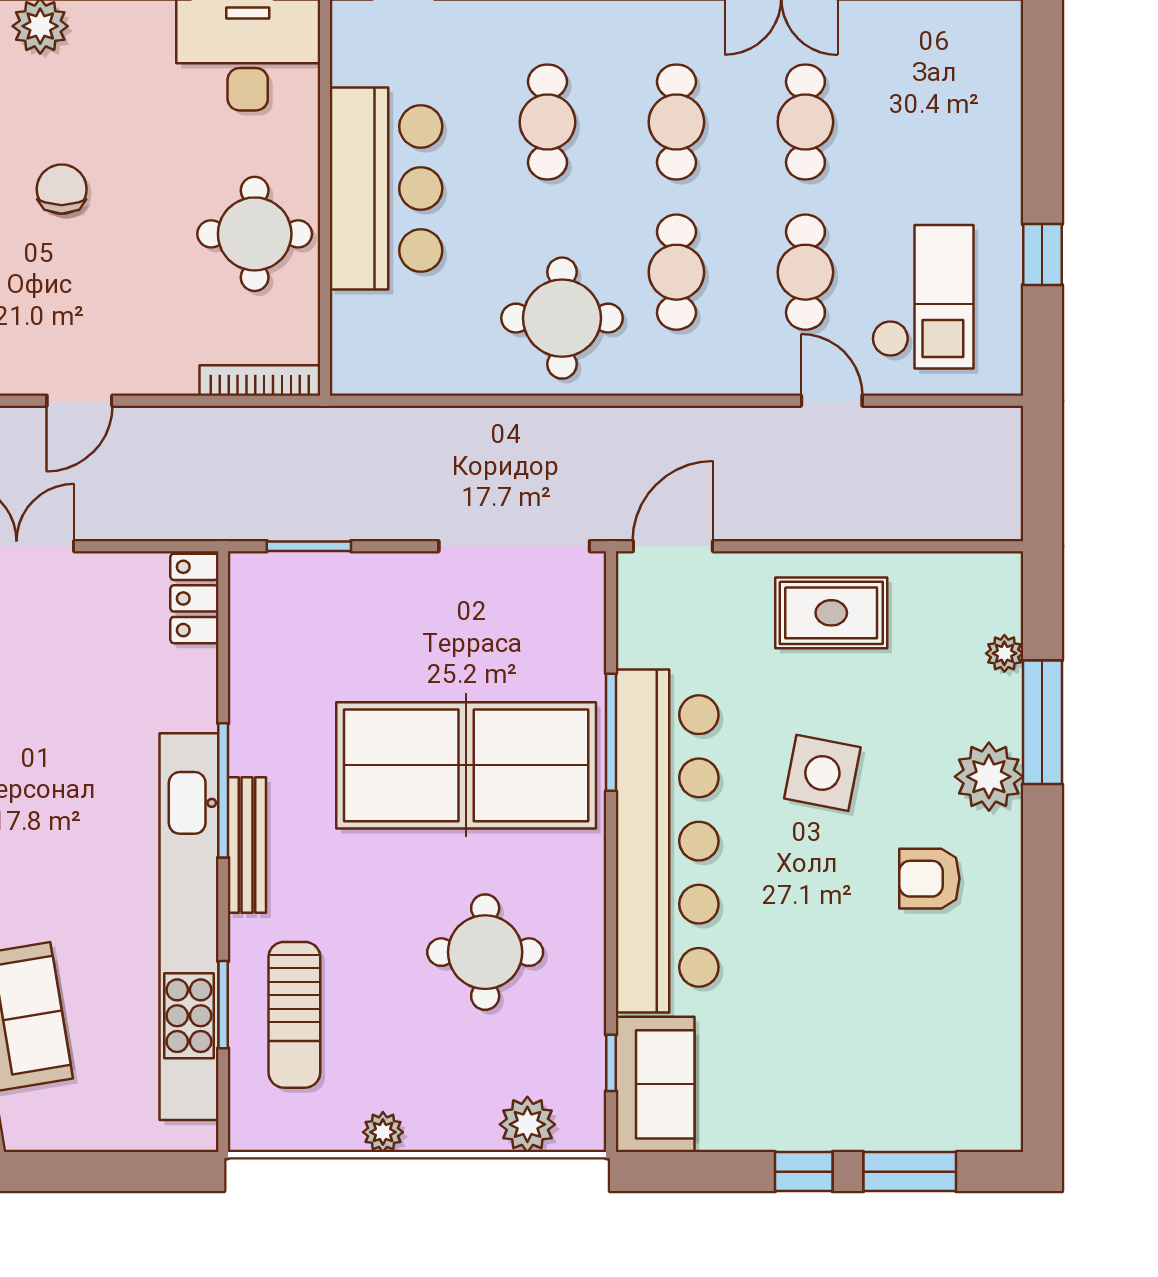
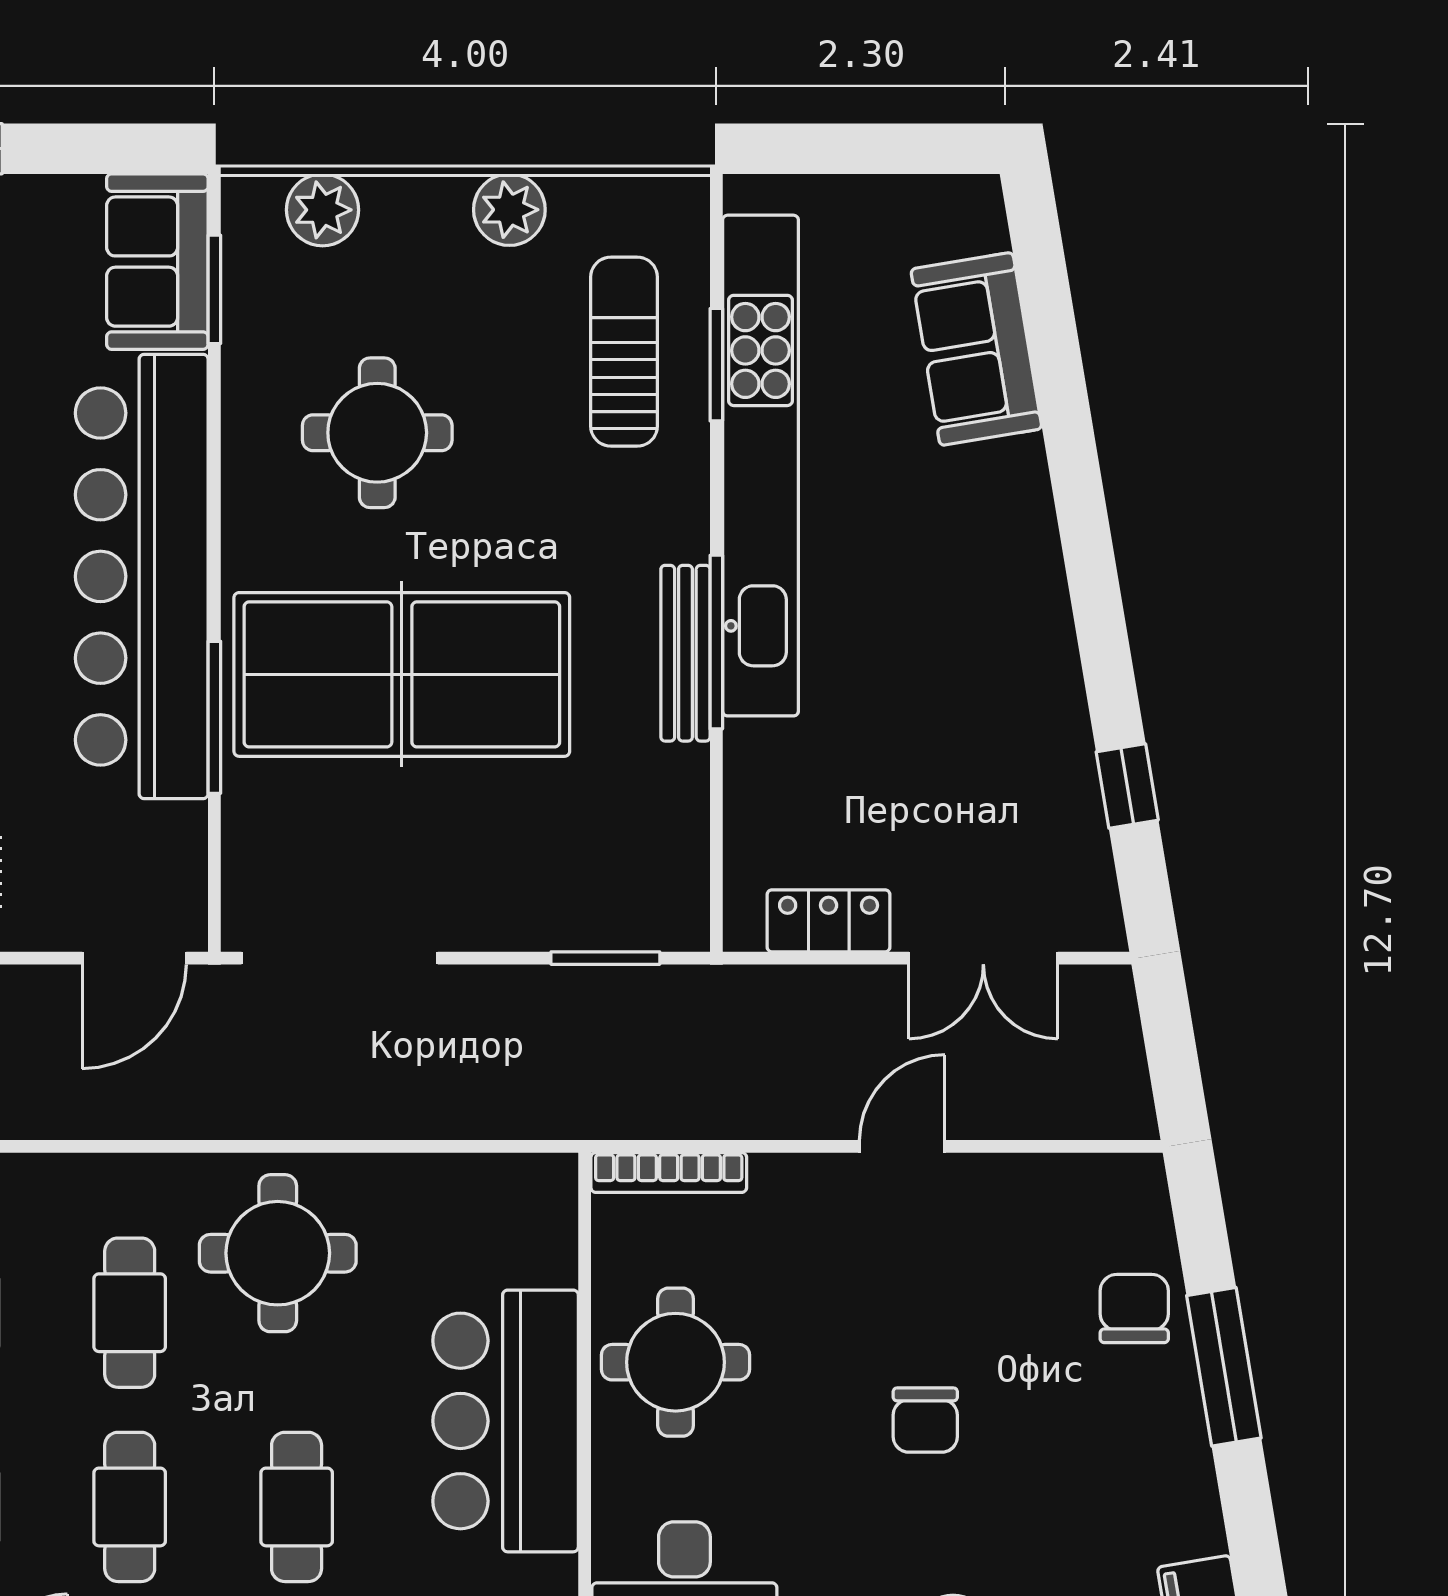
locker: (194, 598) -> (829, 921), moved, turned -90
bench: (247, 845) -> (685, 653), moved
window: (611, 1063) -> (214, 289), width x1.50
plant: (383, 1132) -> (509, 210), width x1.38, depth x1.38

